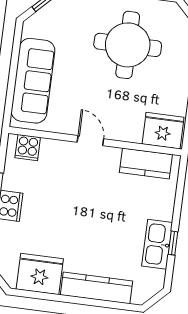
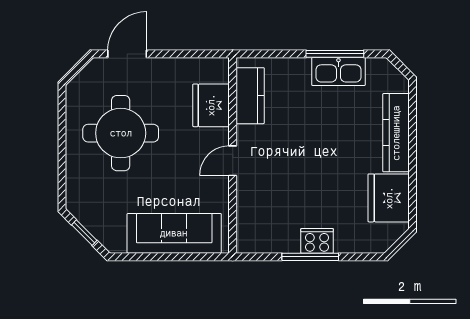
fridge: (163, 131) -> (211, 105), moved
cooker: (28, 148) -> (249, 230), removed
window: (173, 243) -> (335, 54), width x2.17

